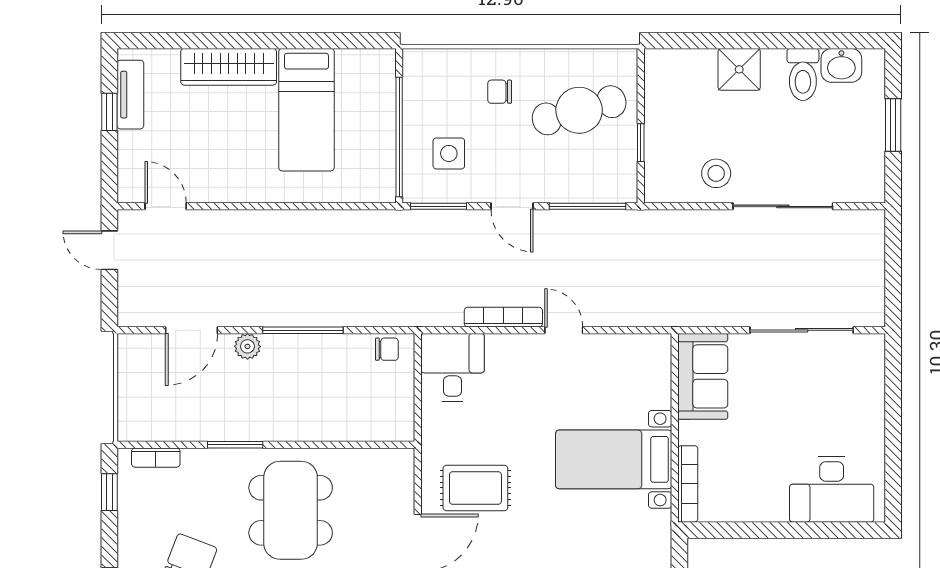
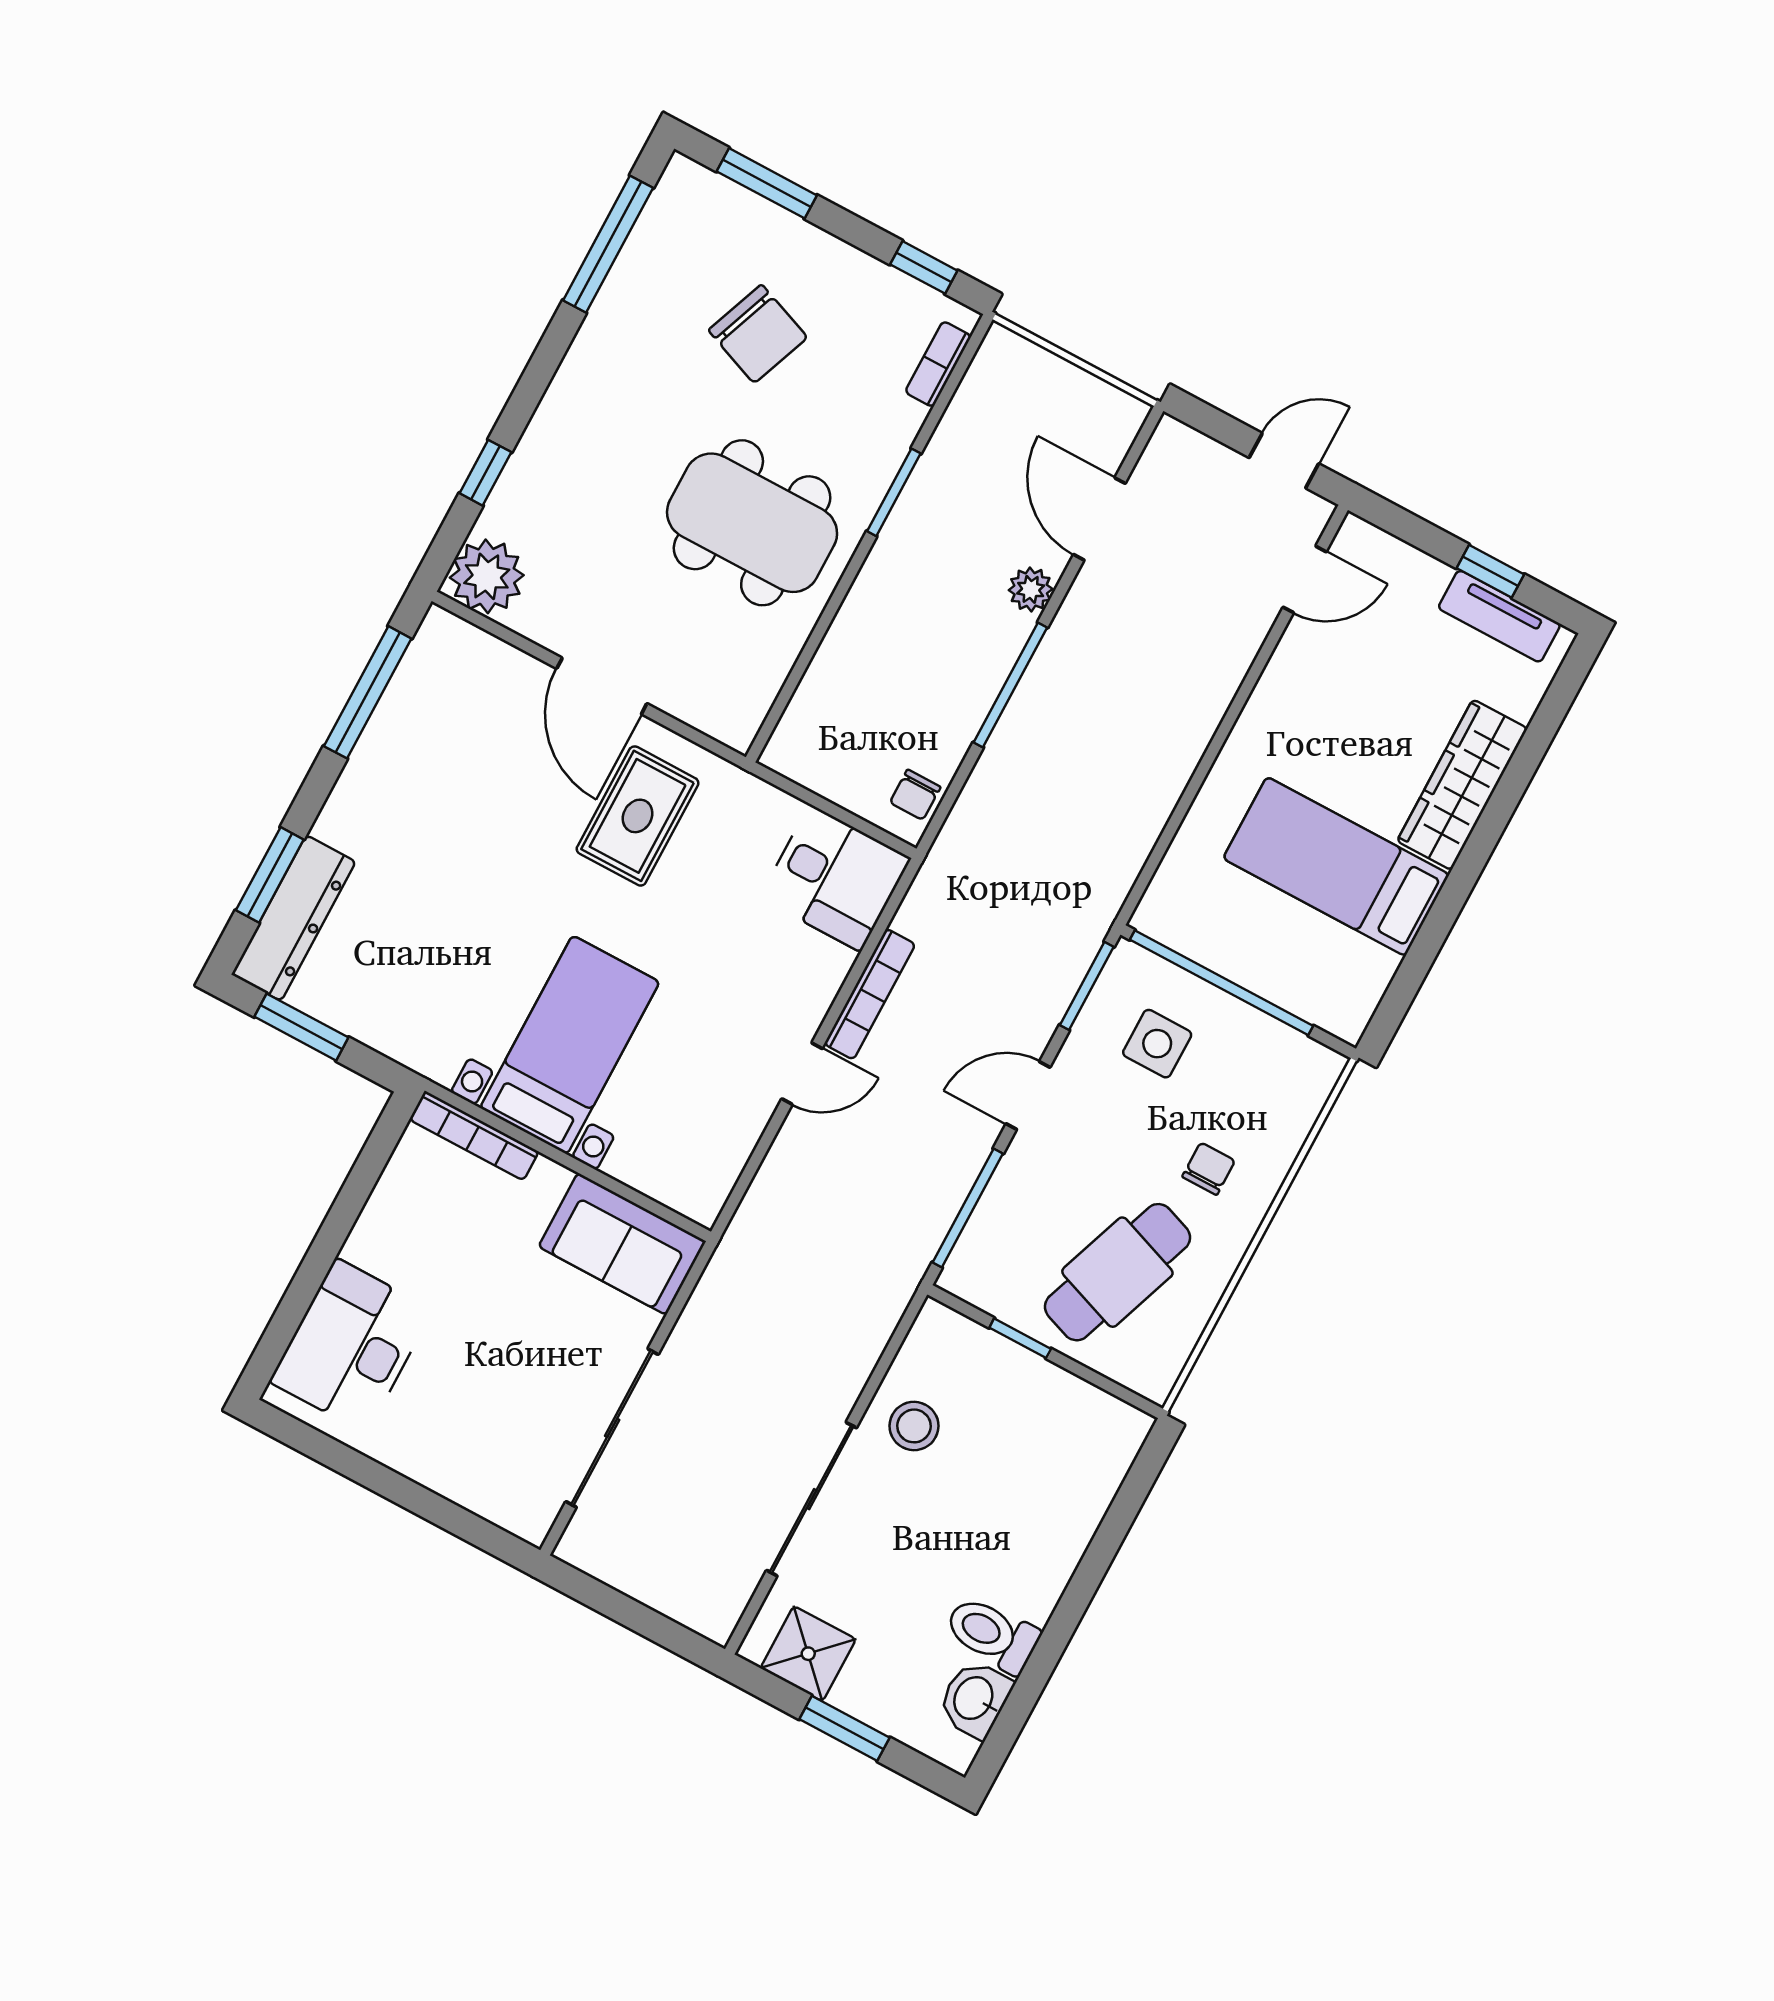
shower: (739, 69) -> (808, 1654), moved
cafe table: (579, 110) -> (1117, 1272), turned 35

